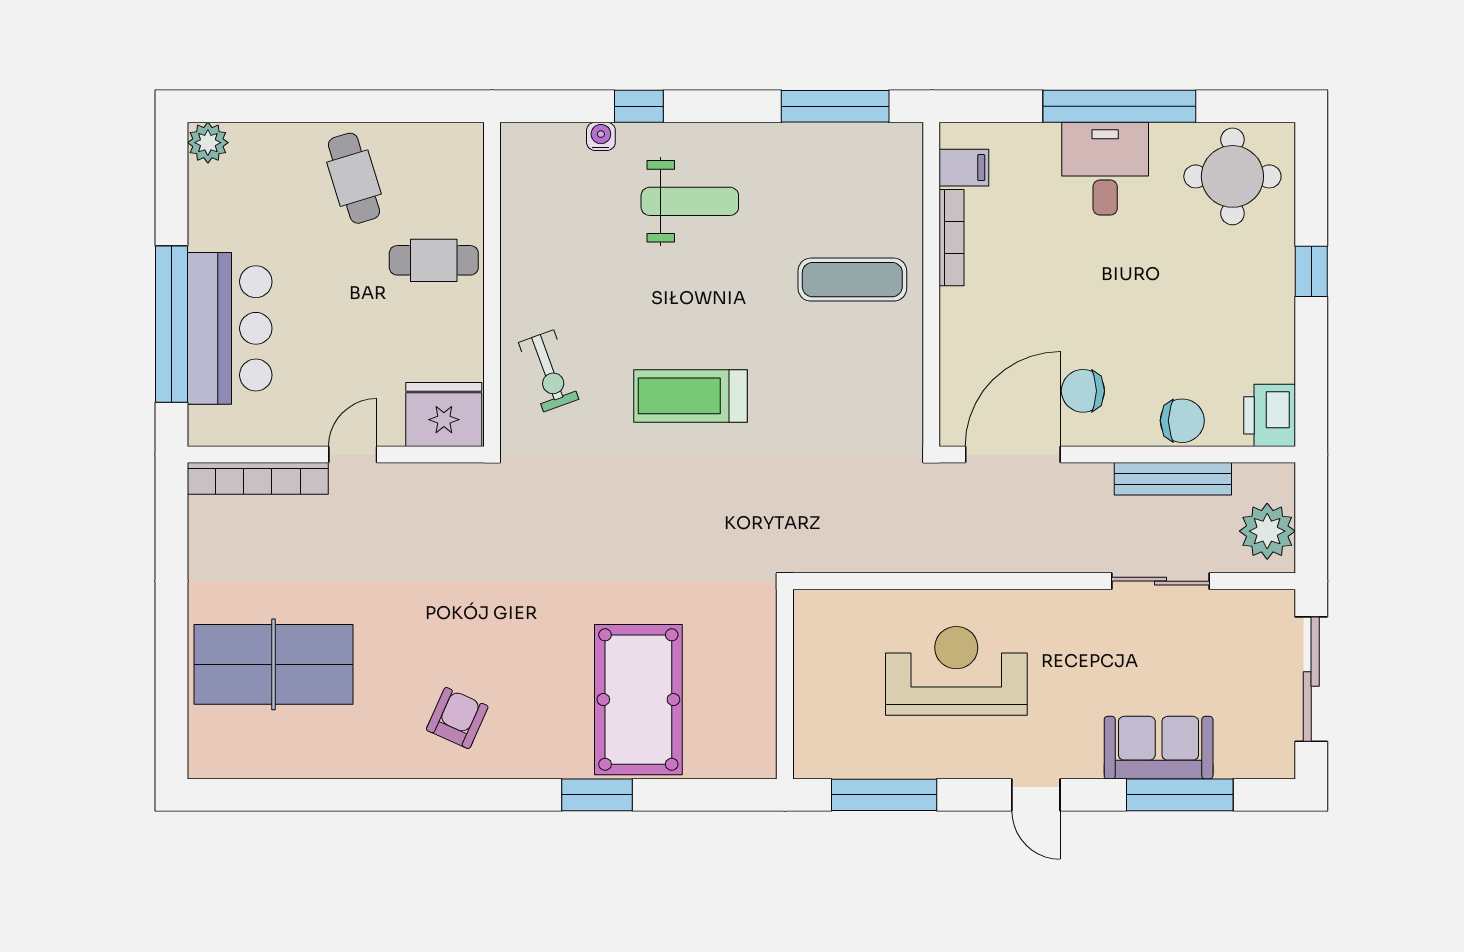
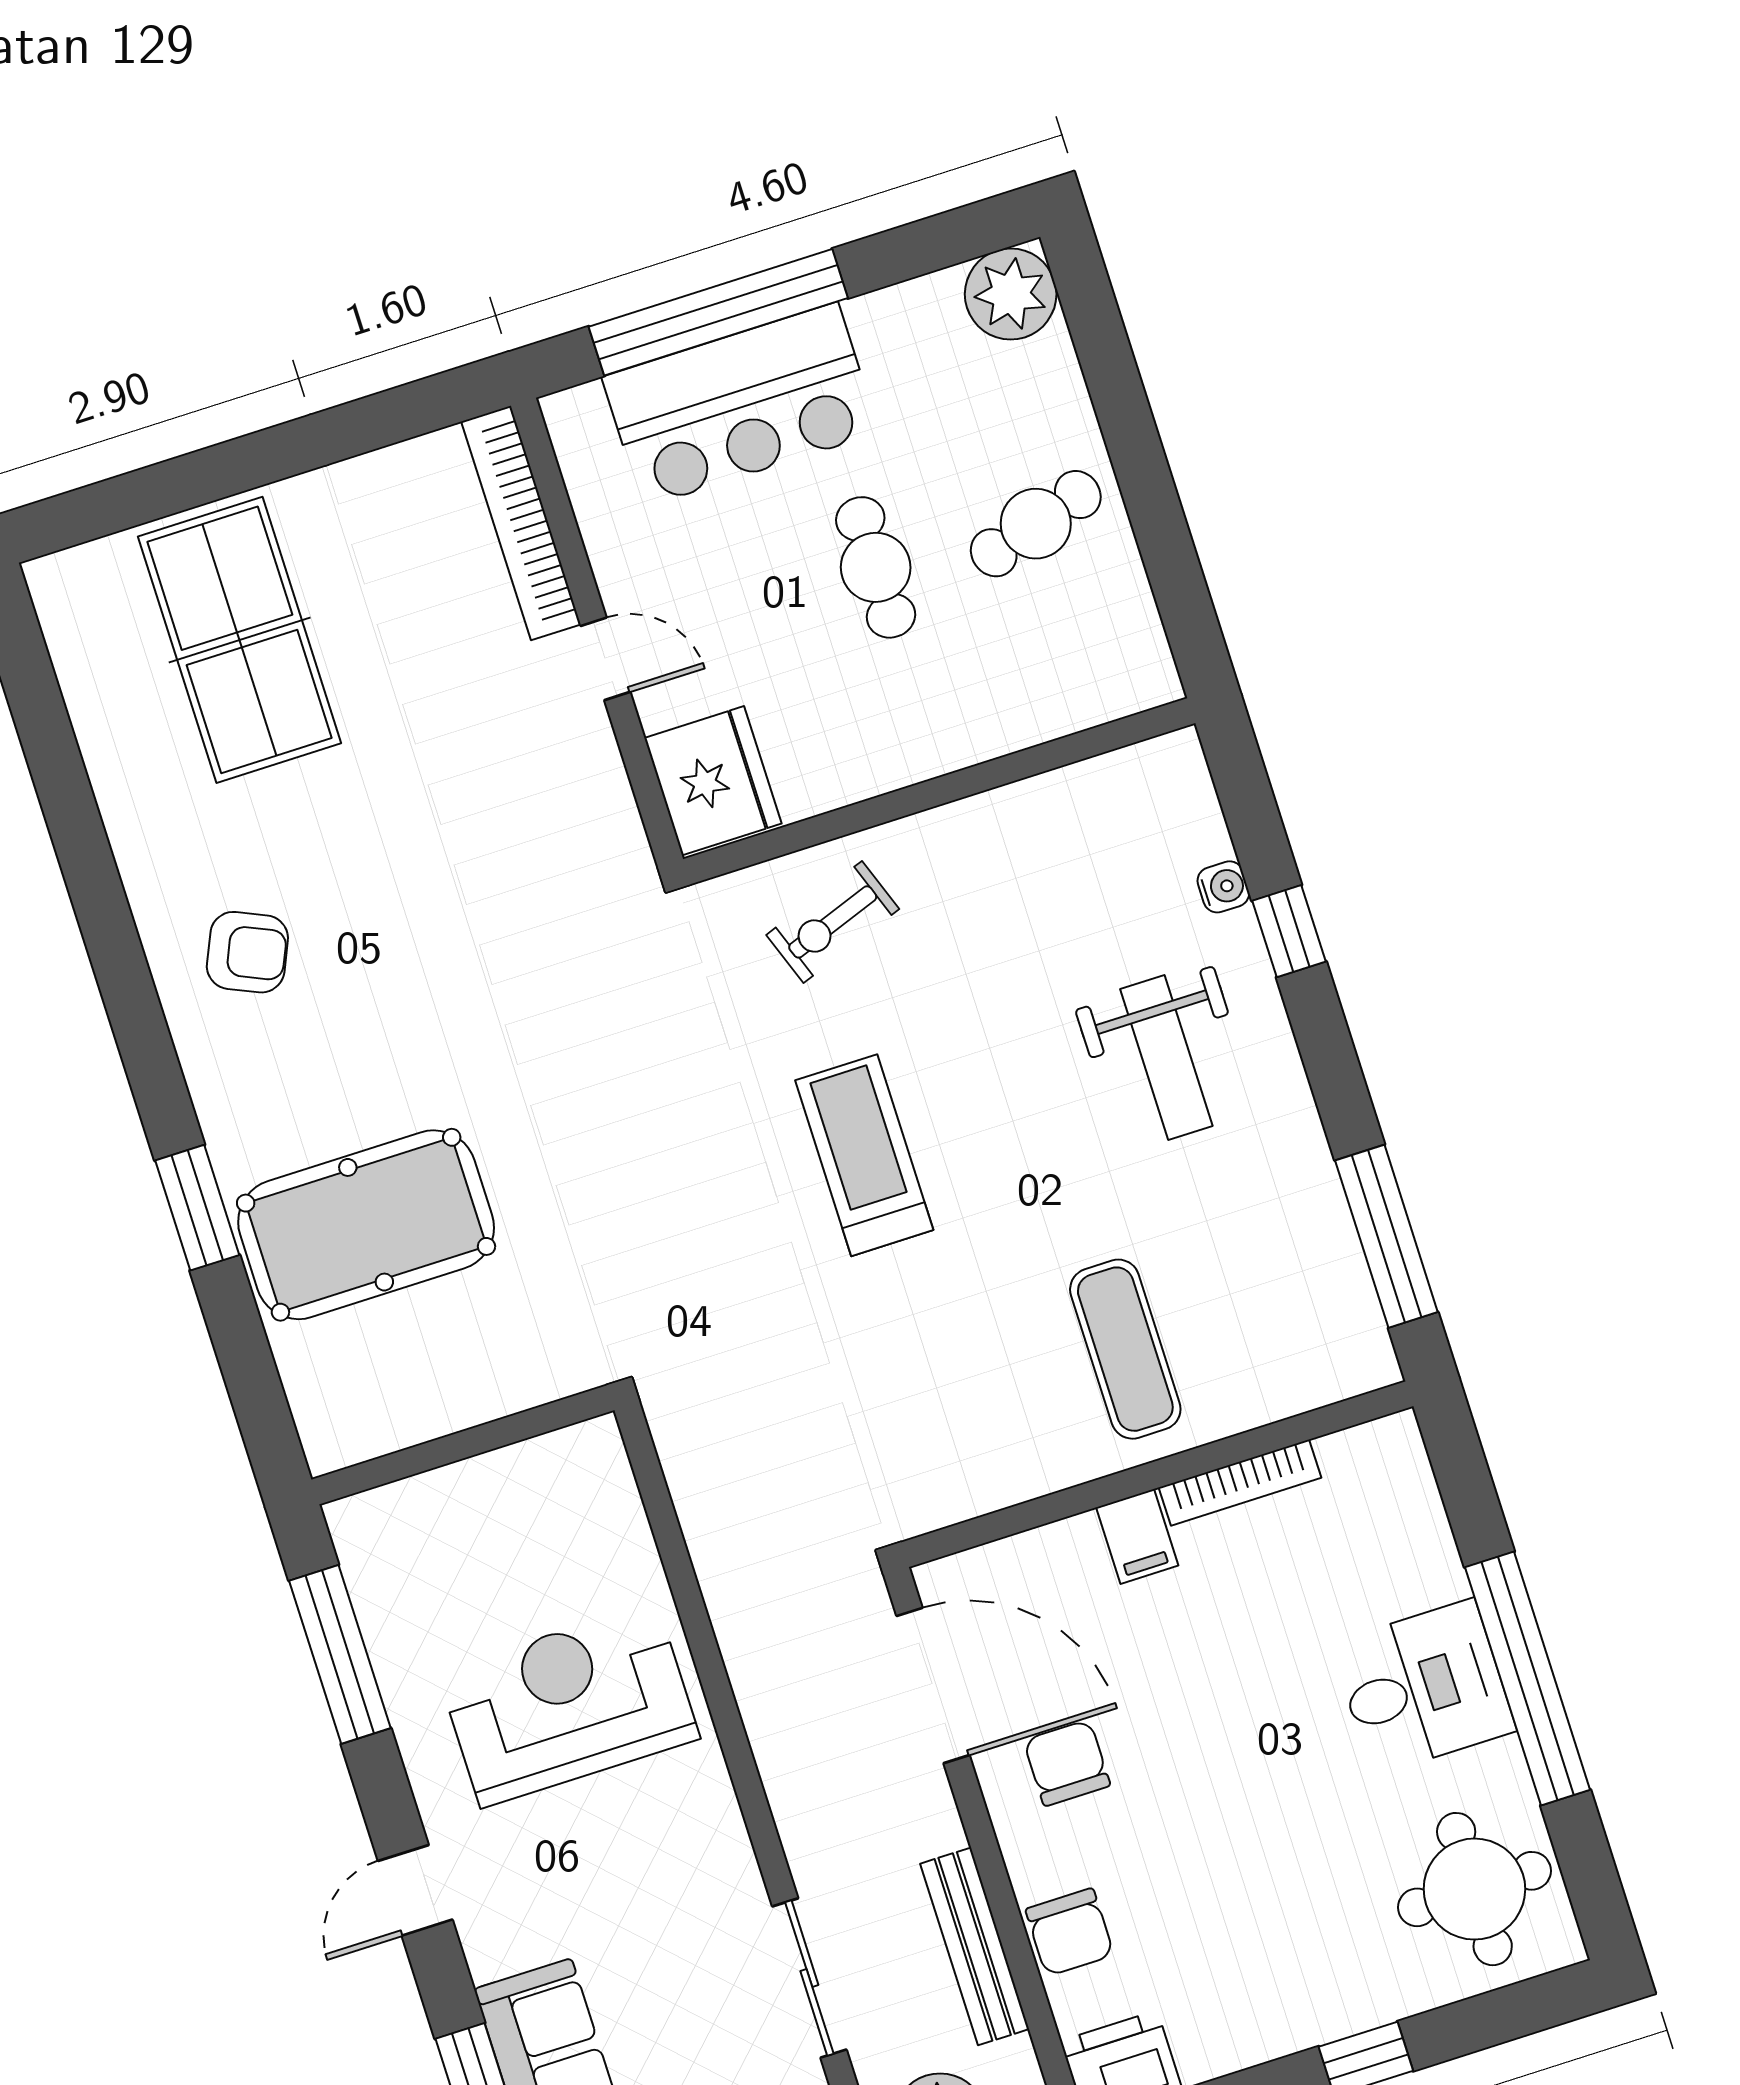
plant: (208, 143) -> (1011, 294), width x1.36, depth x1.36
filing cabinet: (964, 168) -> (1137, 1537), moved
cafe table: (434, 260) -> (876, 567), moved
reception desk: (956, 671) -> (569, 1705), turned -90

